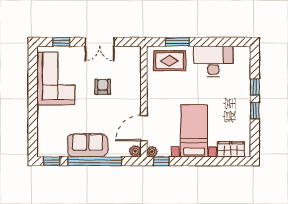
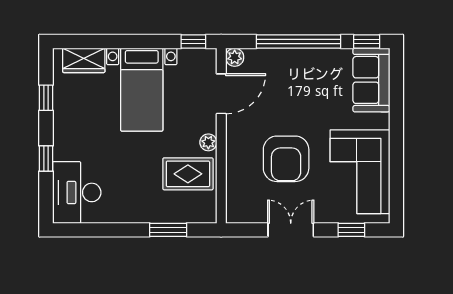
rug: (169, 61) -> (188, 174), moved
desk: (213, 61) -> (77, 192), moved, turned 90
armchair: (103, 87) -> (286, 159), width x1.88, depth x1.88
window: (255, 111) -> (46, 98), moved
sofa: (88, 145) -> (371, 80), moved, turned 90
plant: (152, 152) -> (208, 142), moved

